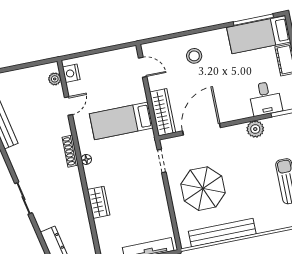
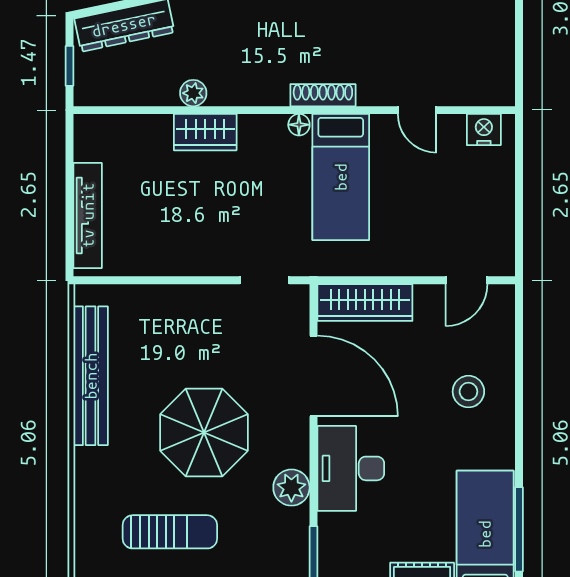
plant: (55, 79) -> (193, 93), moved
desk: (265, 98) -> (351, 468), moved, width x1.37
bed: (121, 121) -> (341, 177), moved, turned 180
parasol: (203, 189) -> (204, 432), moved

